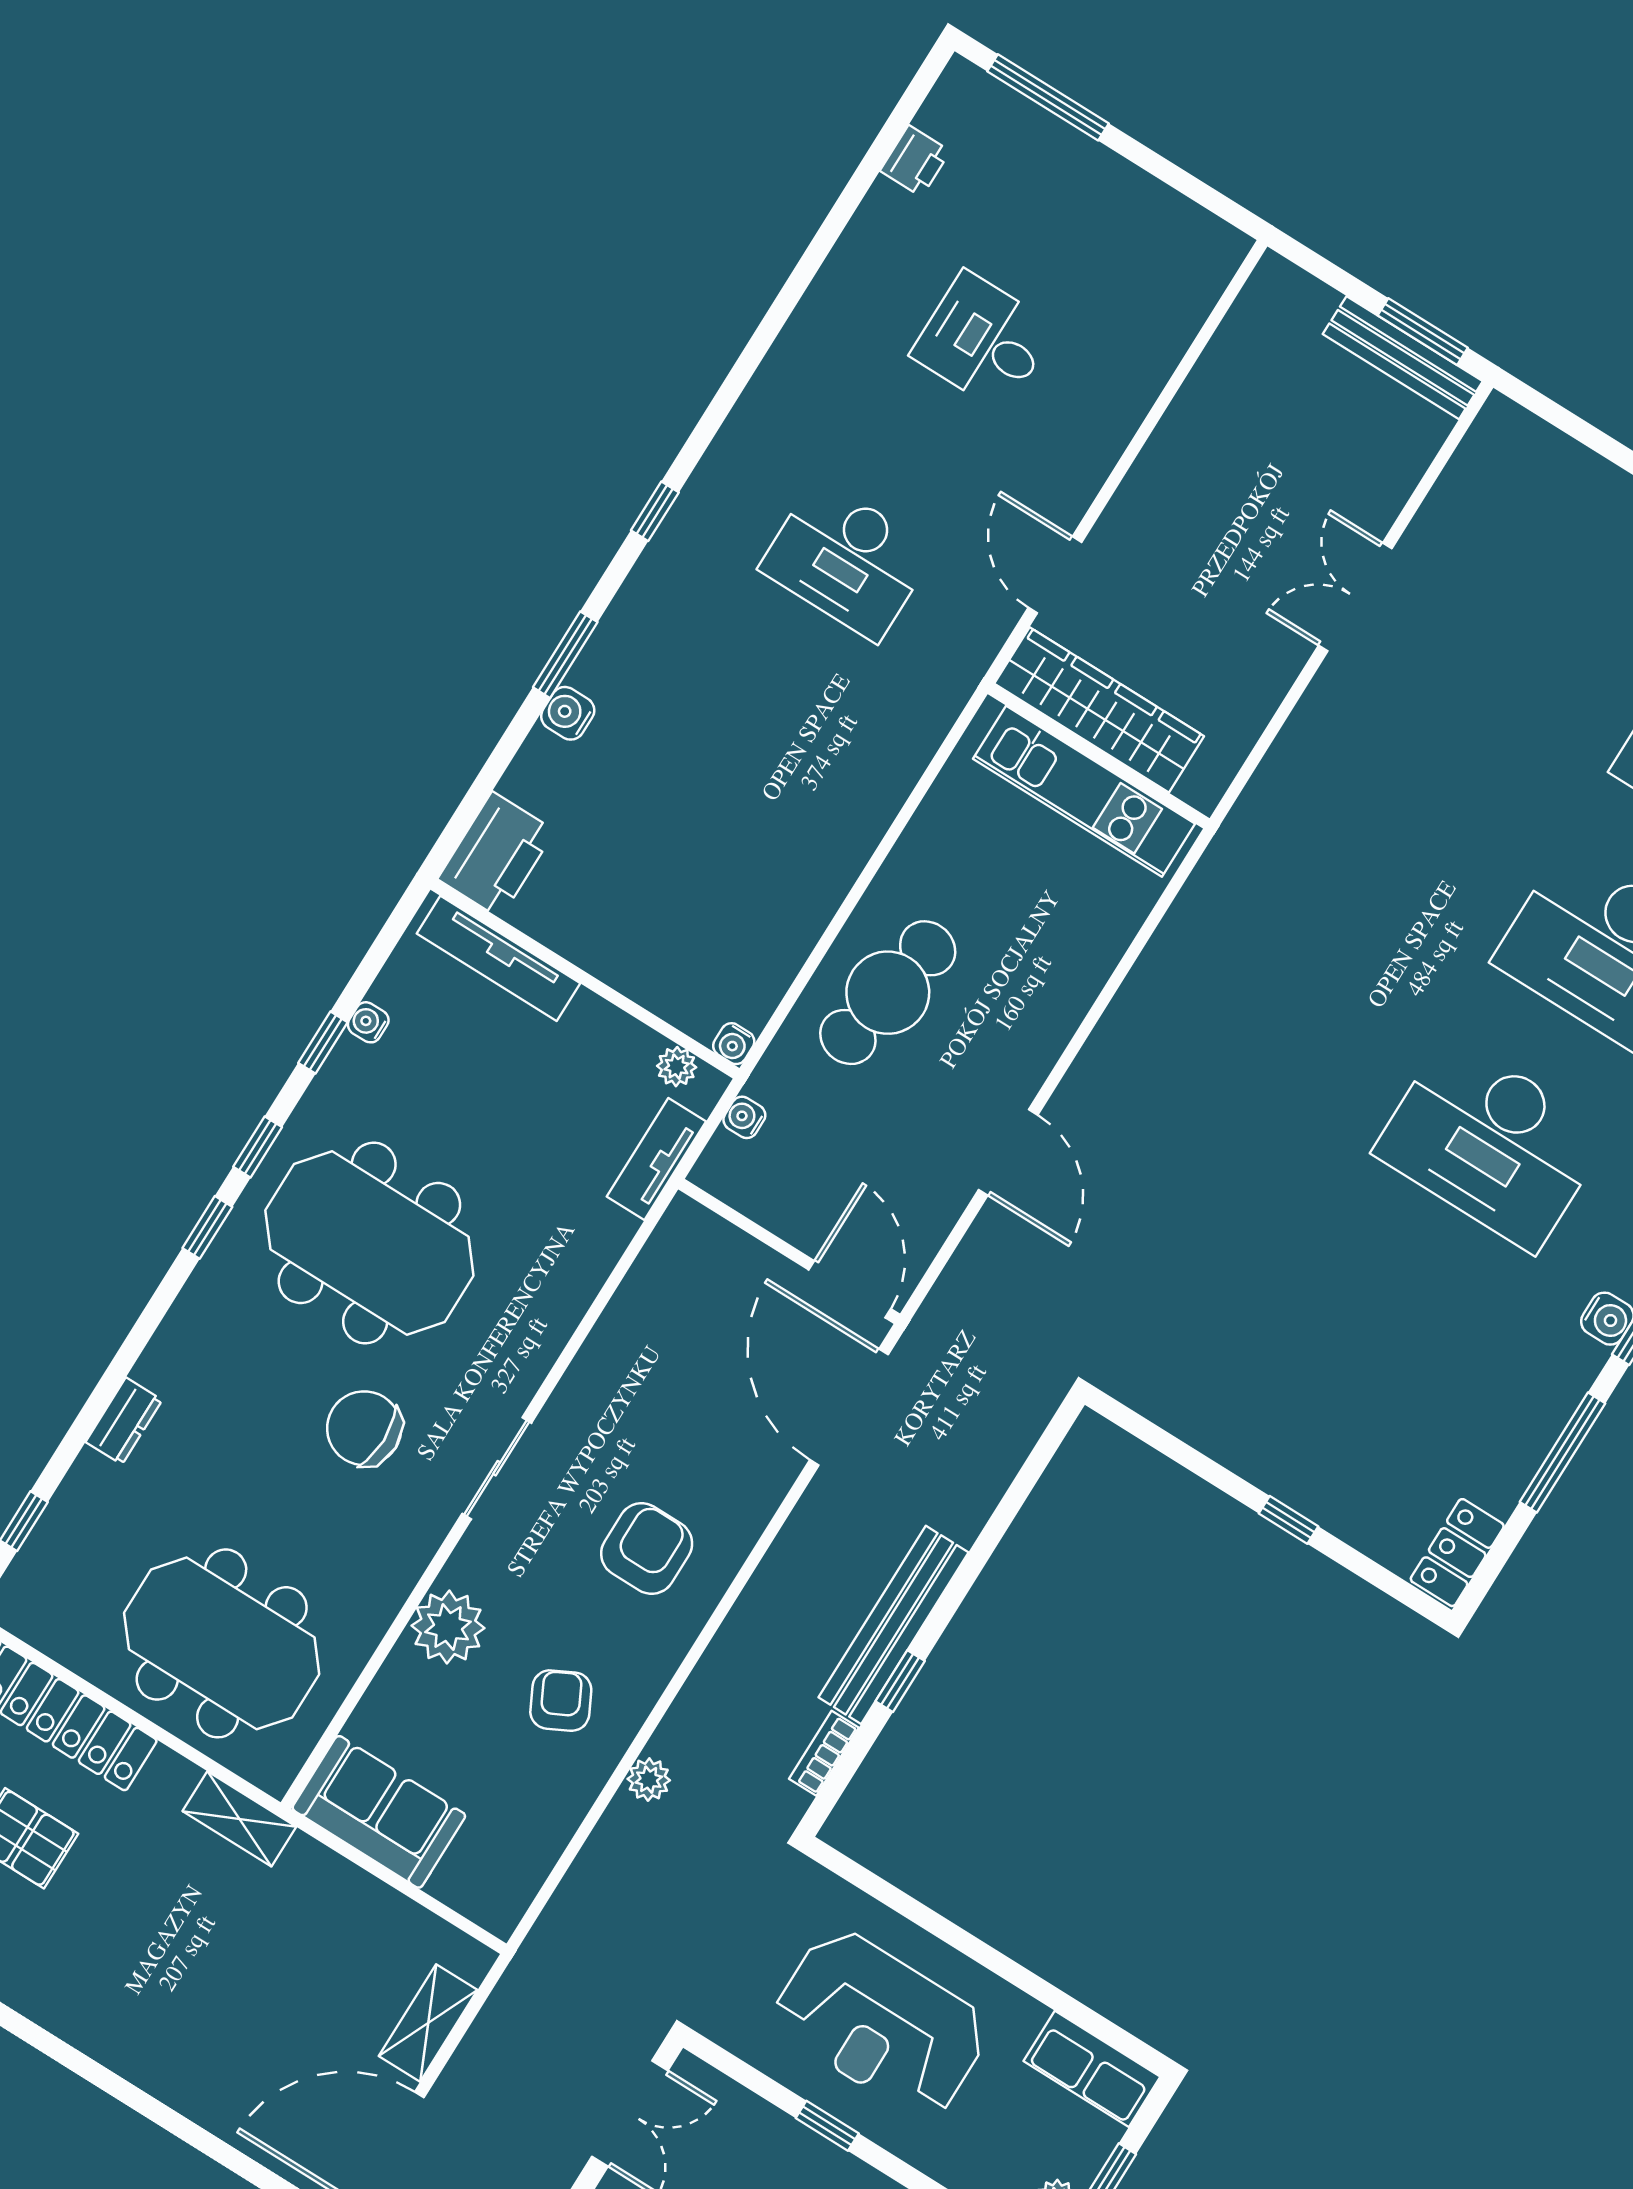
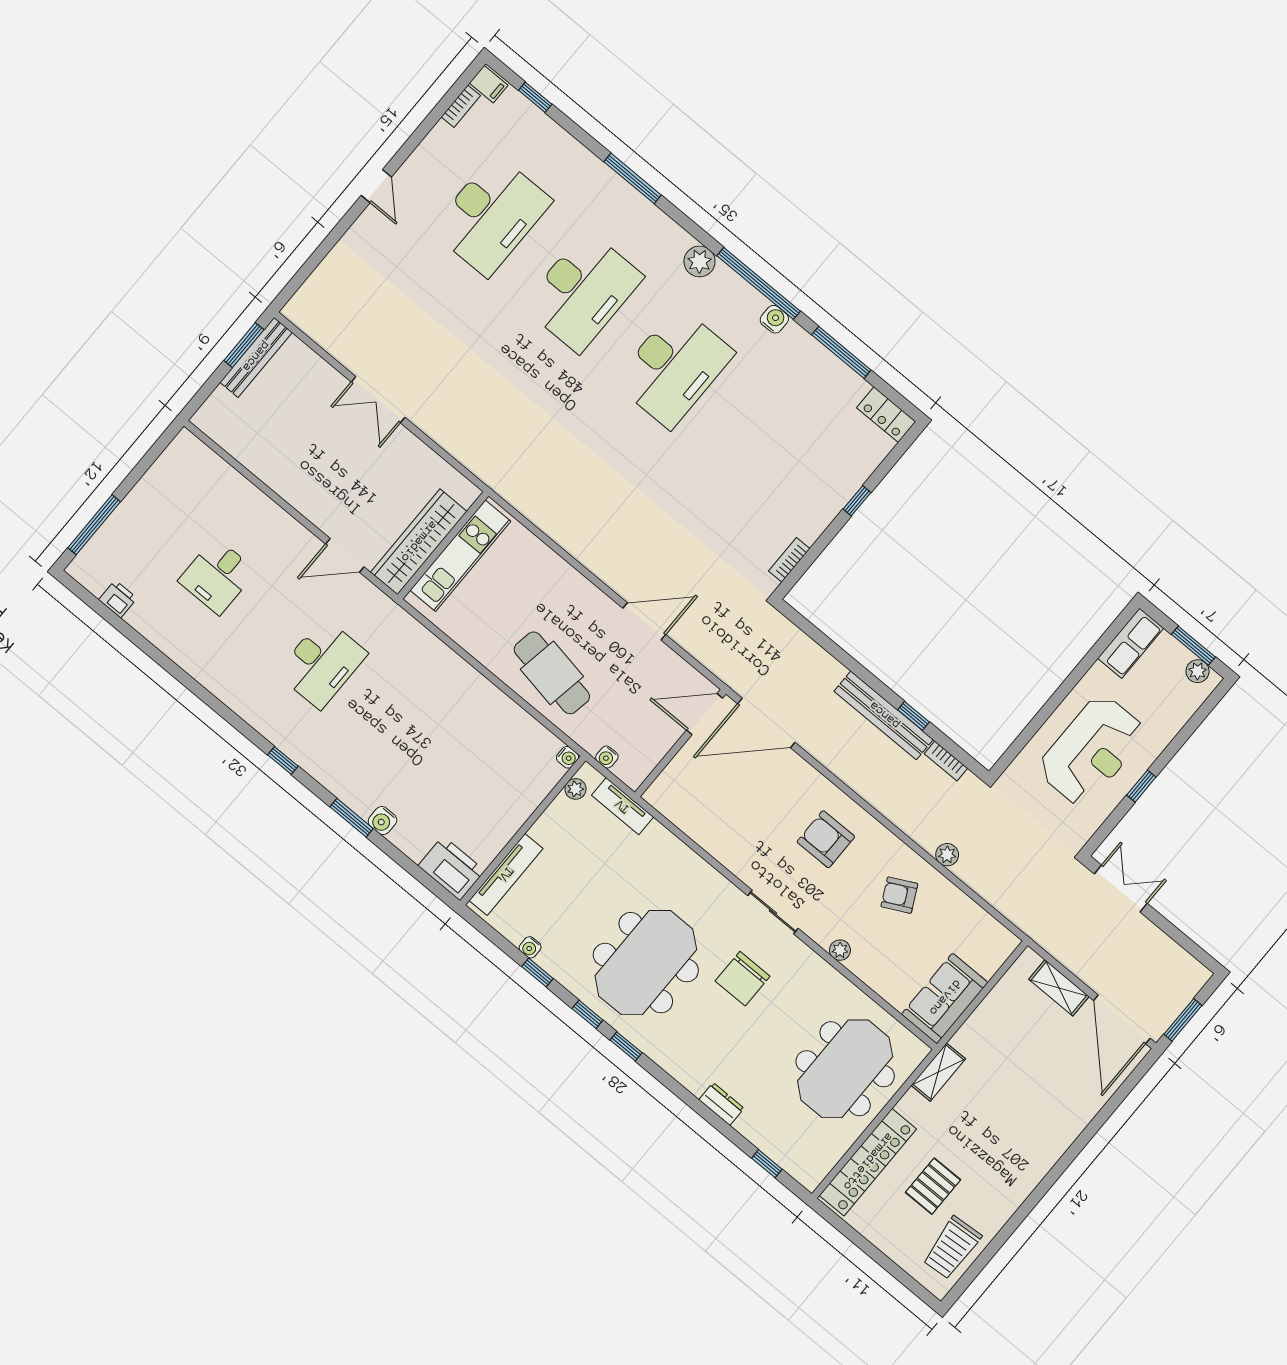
bookcase: (1160, 1408) -> (789, 560), added
plant: (448, 1627) -> (840, 950), width x0.53, depth x0.53

